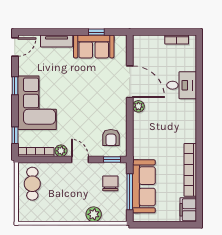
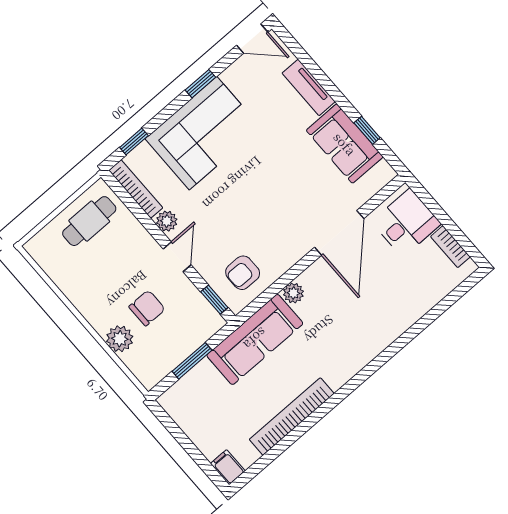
desk: (182, 85) -> (406, 223), moved, turned -90
plant: (138, 106) -> (293, 293), moved
chair: (110, 183) -> (147, 308), moved
sofa: (144, 186) -> (255, 339), moved
window: (130, 192) -> (192, 361), width x0.69
filing cabinet: (188, 210) -> (228, 467), width x0.50

